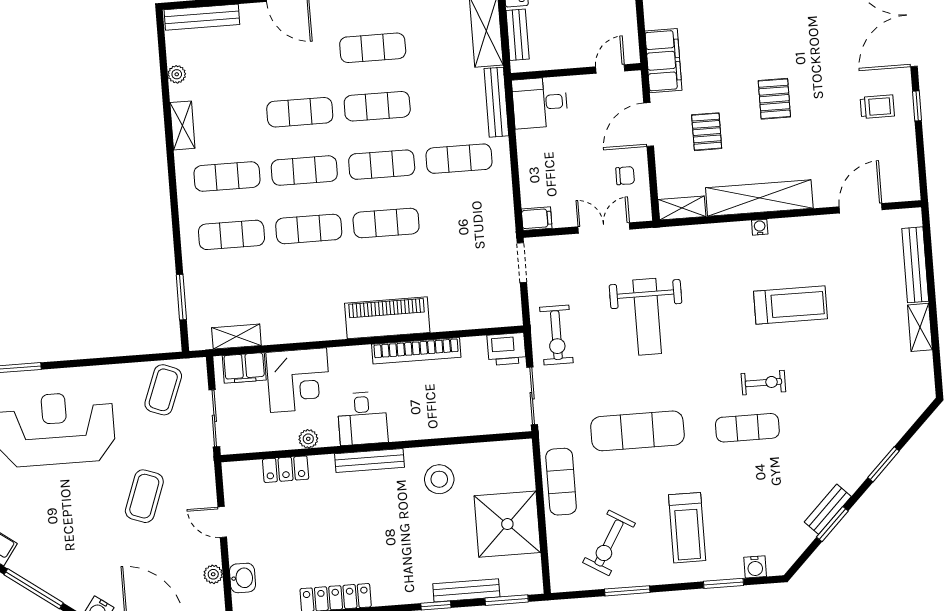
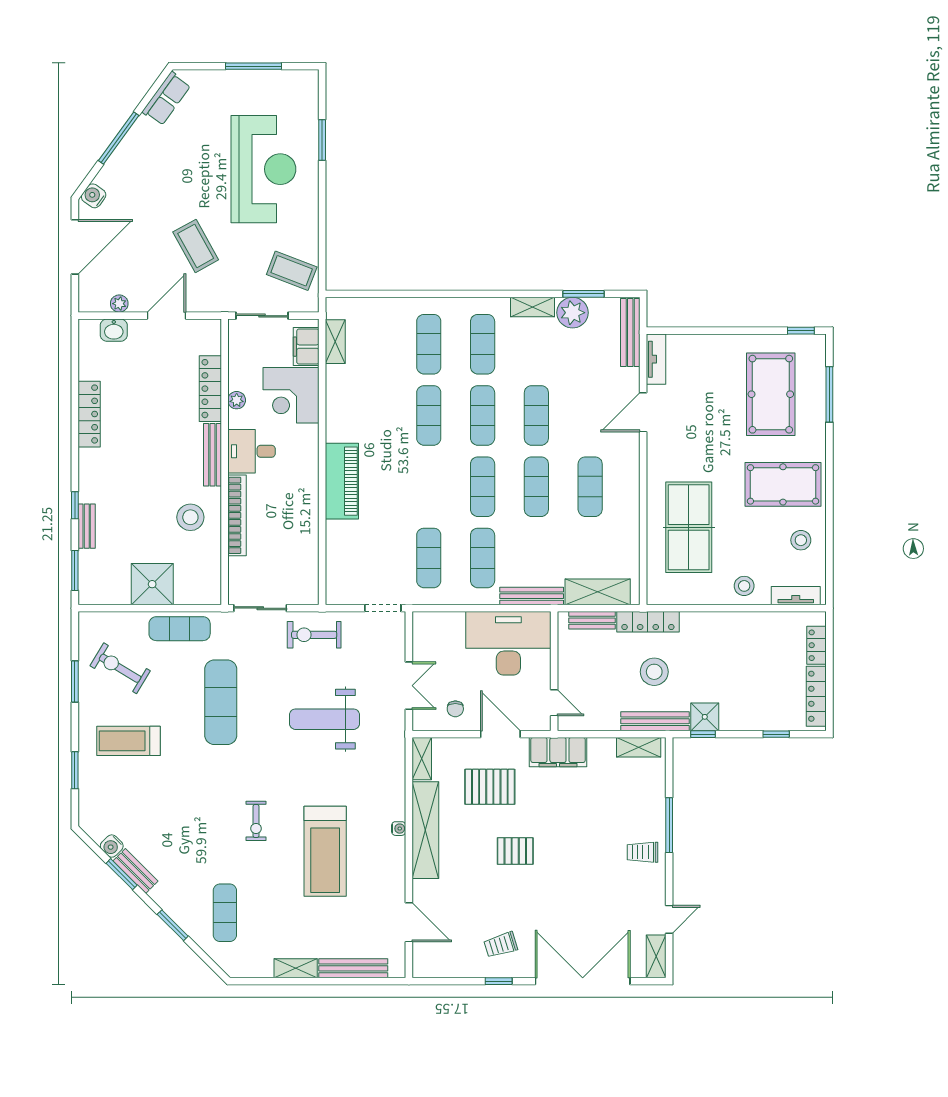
plant: (177, 74) -> (572, 313), width x1.88, depth x1.88
desk: (540, 103) -> (508, 643), width x1.87, depth x1.30
trolley: (877, 107) -> (501, 945), turned 73
pallet: (707, 132) -> (490, 787), width x1.50, depth x1.42
filing cabinet: (537, 219) -> (422, 625), removed
exercise mat: (386, 223) -> (429, 558), moved
window: (181, 297) -> (584, 294), moved
treadmill: (790, 305) -> (325, 851), width x1.37, depth x1.38
printer: (506, 349) -> (305, 588), removed
bookcase: (416, 351) -> (237, 515), moved, turned 180
exercise mat: (747, 428) -> (225, 913), moved
locker: (286, 469) -> (210, 389), width x1.53
coffee table: (144, 496) -> (196, 246), turned 41
door: (222, 522) -> (167, 316), width x1.38
shower: (507, 524) -> (152, 584), width x0.73, depth x0.73
water cooler: (755, 567) -> (112, 846), moved, turned -45
bench: (466, 590) -> (87, 526), width x0.73

